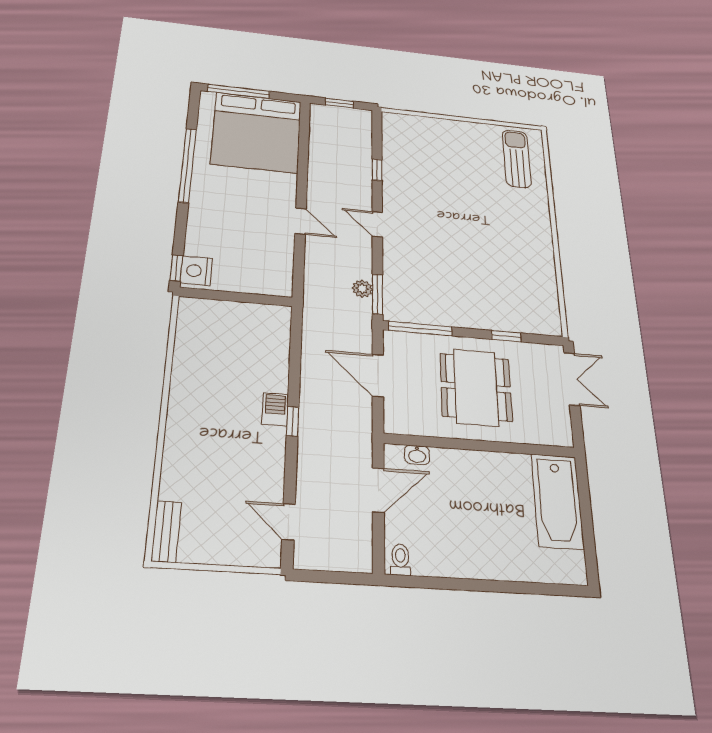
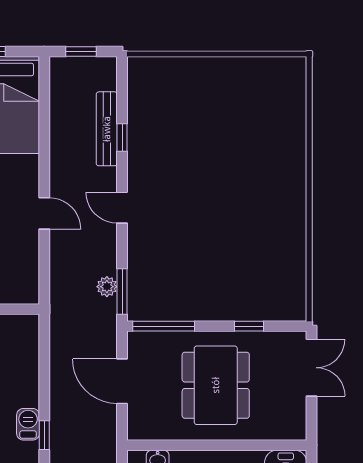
sun lounger: (517, 159) -> (275, 101), removed
bench: (363, 162) -> (107, 129), added

